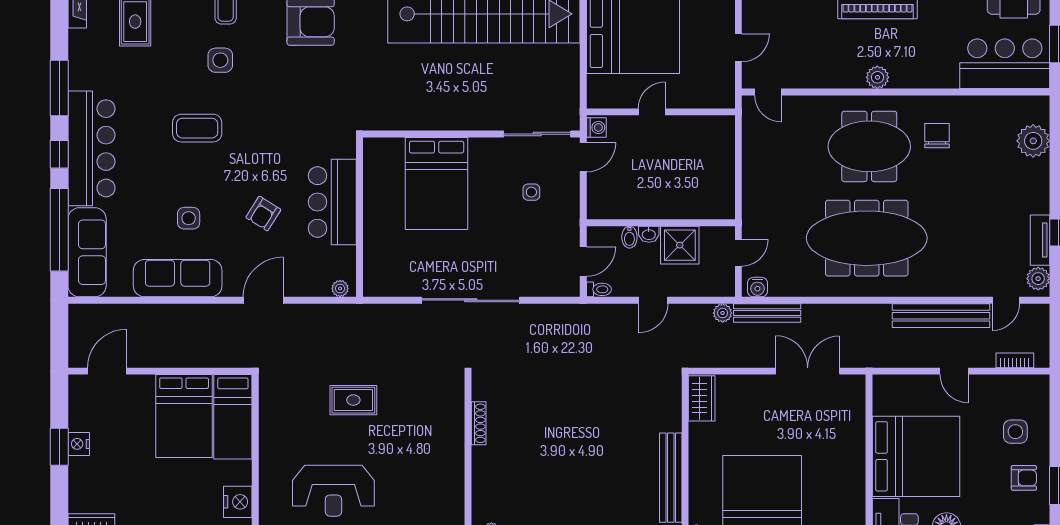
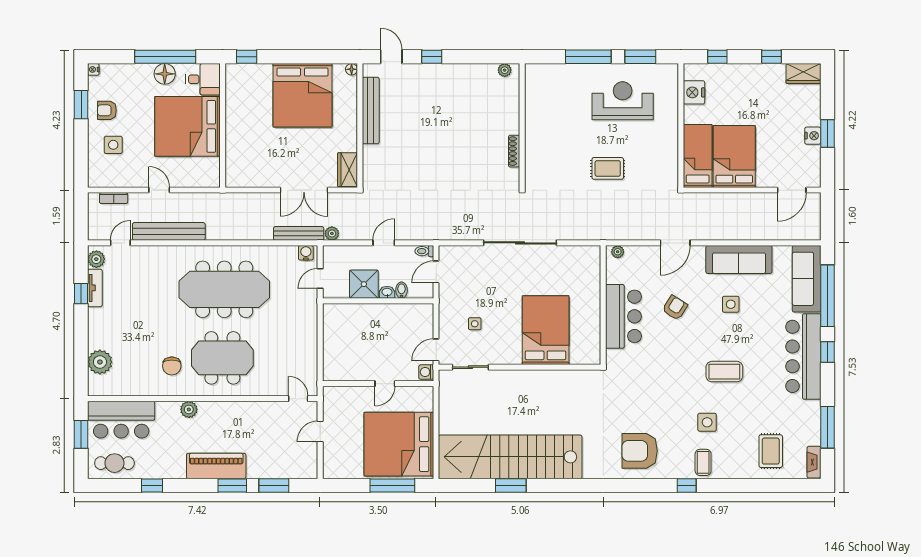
plant: (877, 77) -> (189, 409), moved
window: (59, 88) -> (827, 427), moved
sliding door: (537, 134) -> (470, 367), width x0.73
double door: (808, 371) -> (304, 190), moved

